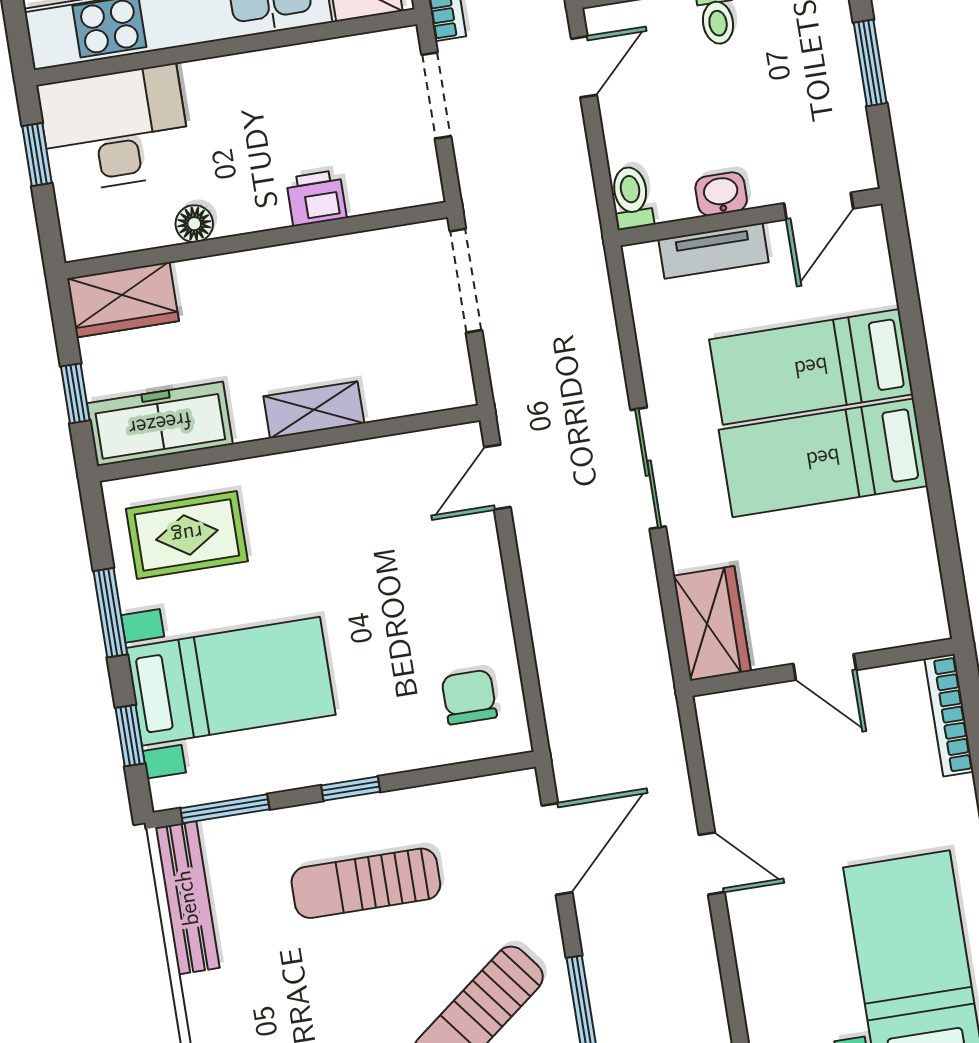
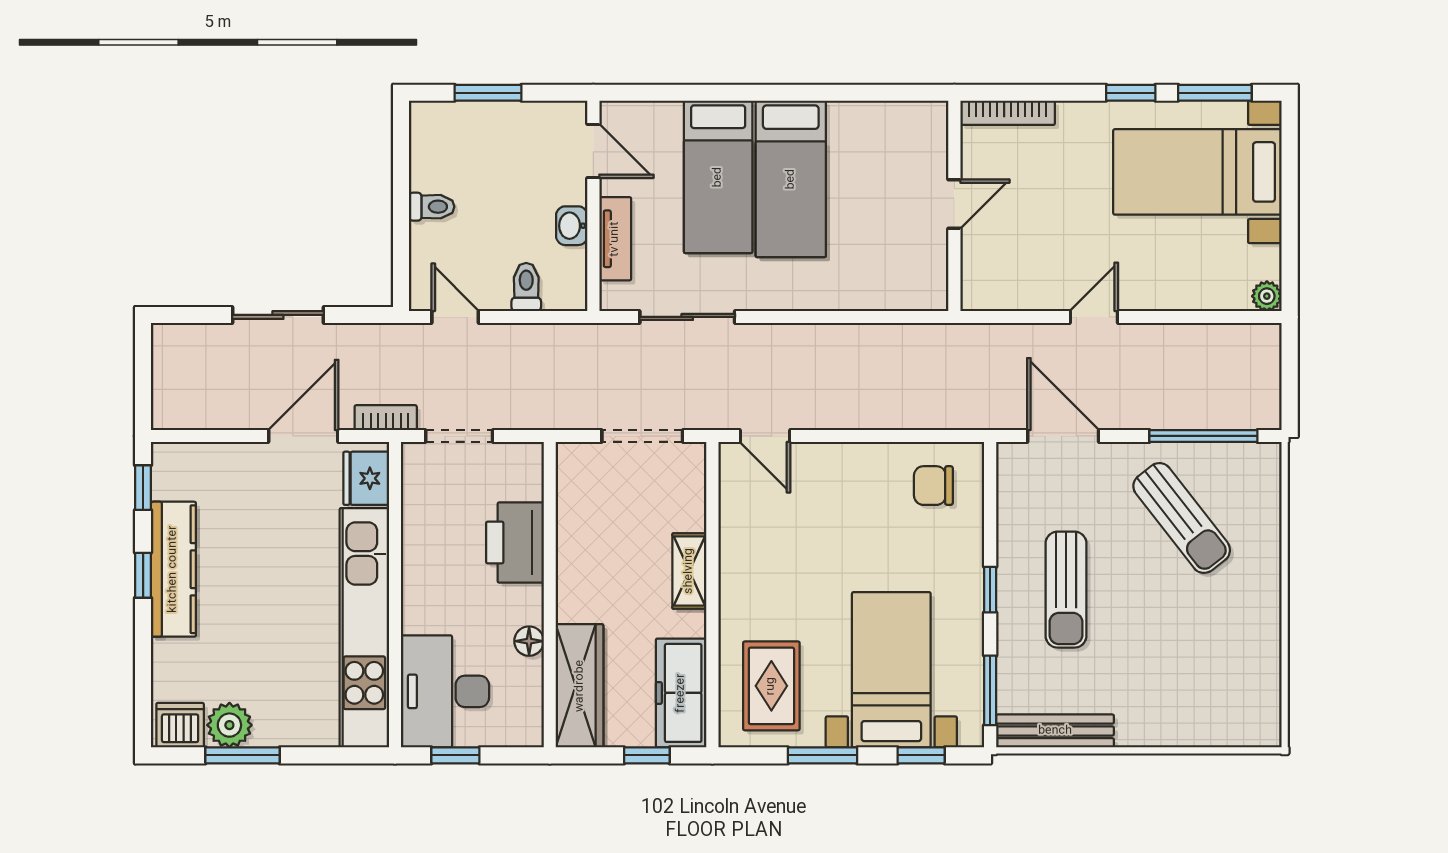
printer: (316, 198) -> (515, 543), width x1.87, depth x1.48
toilet: (631, 198) -> (526, 287), moved, turned 90
doorway: (466, 281) -> (642, 436), moved
wardrobe: (123, 300) -> (580, 686), width x1.50
sliding door: (648, 468) -> (687, 317), moved
wardrobe: (712, 623) -> (906, 287), removed

